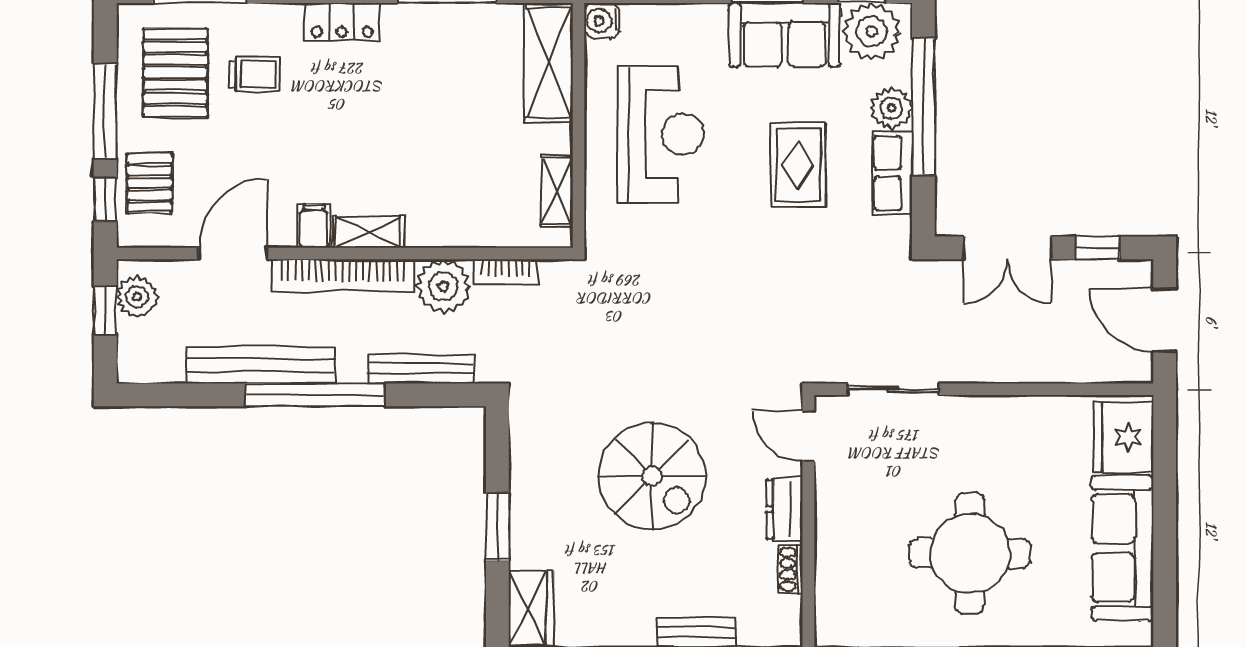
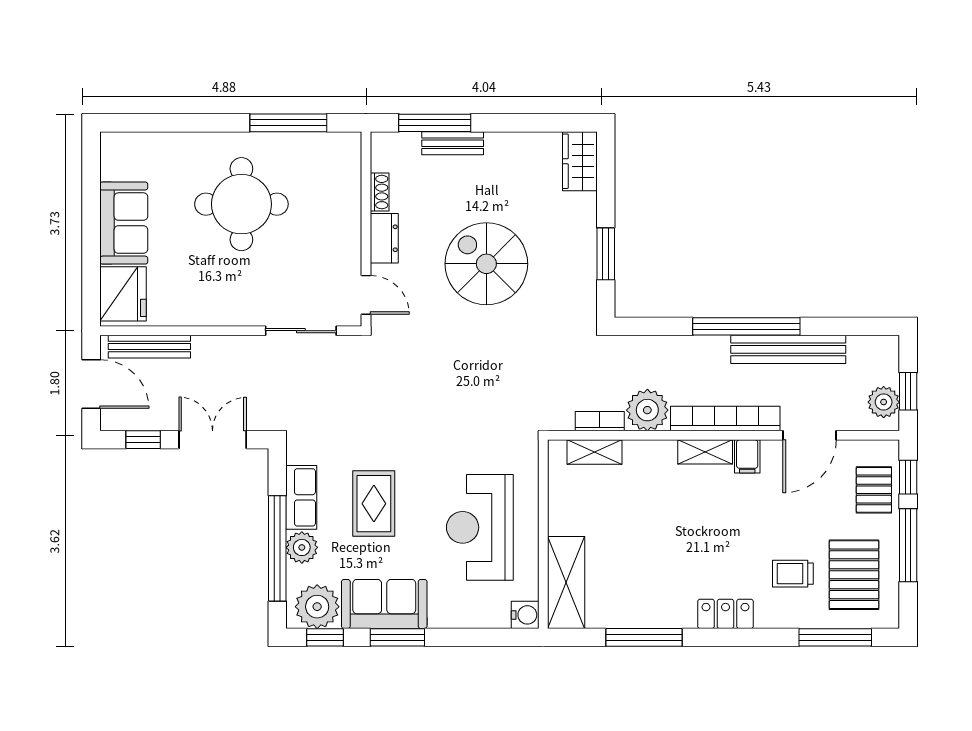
shelving: (557, 191) -> (595, 452), moved, turned 90
bench: (421, 369) -> (149, 347), moved
window: (497, 527) -> (606, 254), moved
sofa: (1122, 548) -> (124, 223), width x0.73

